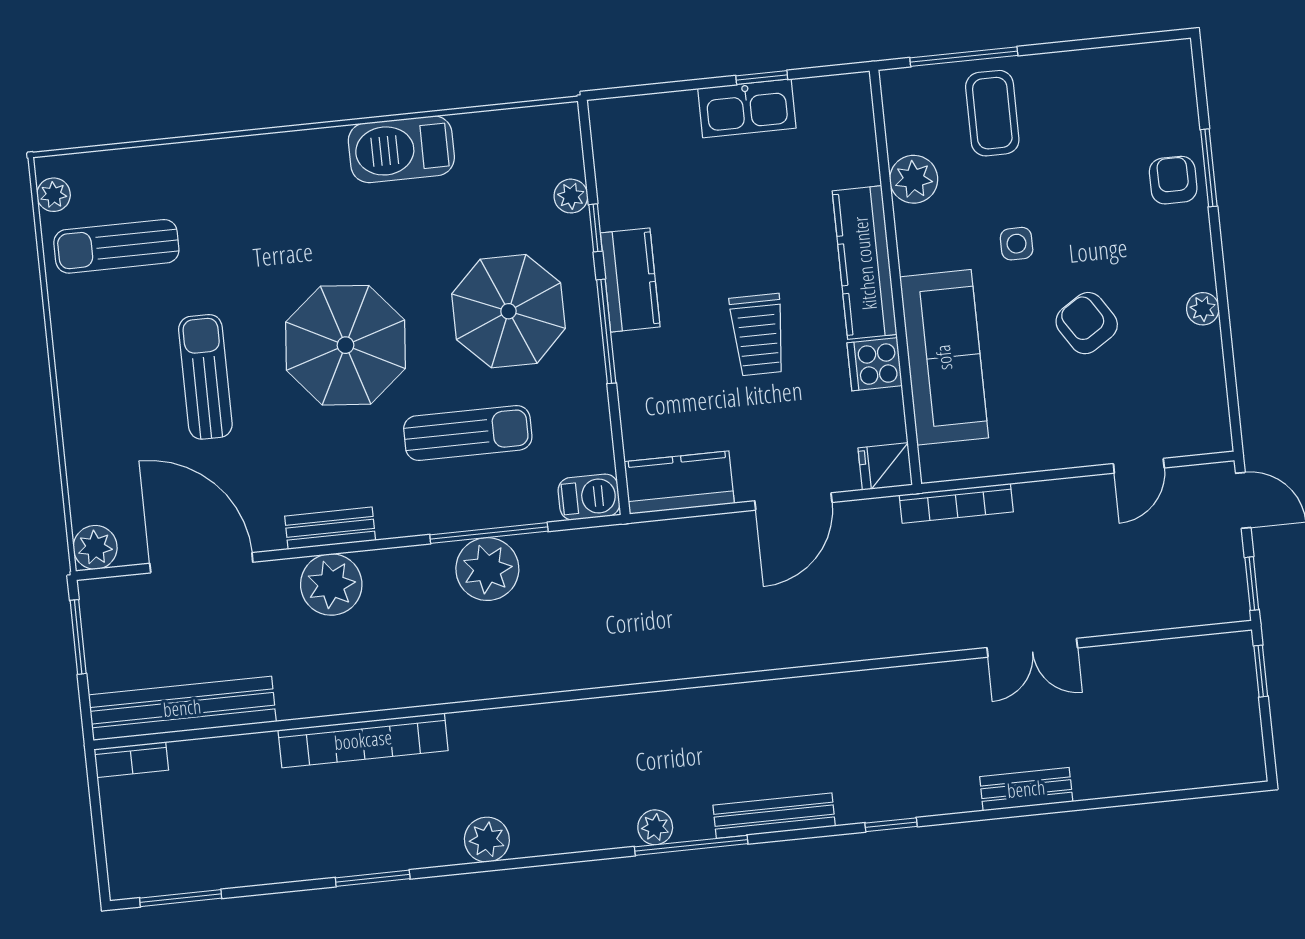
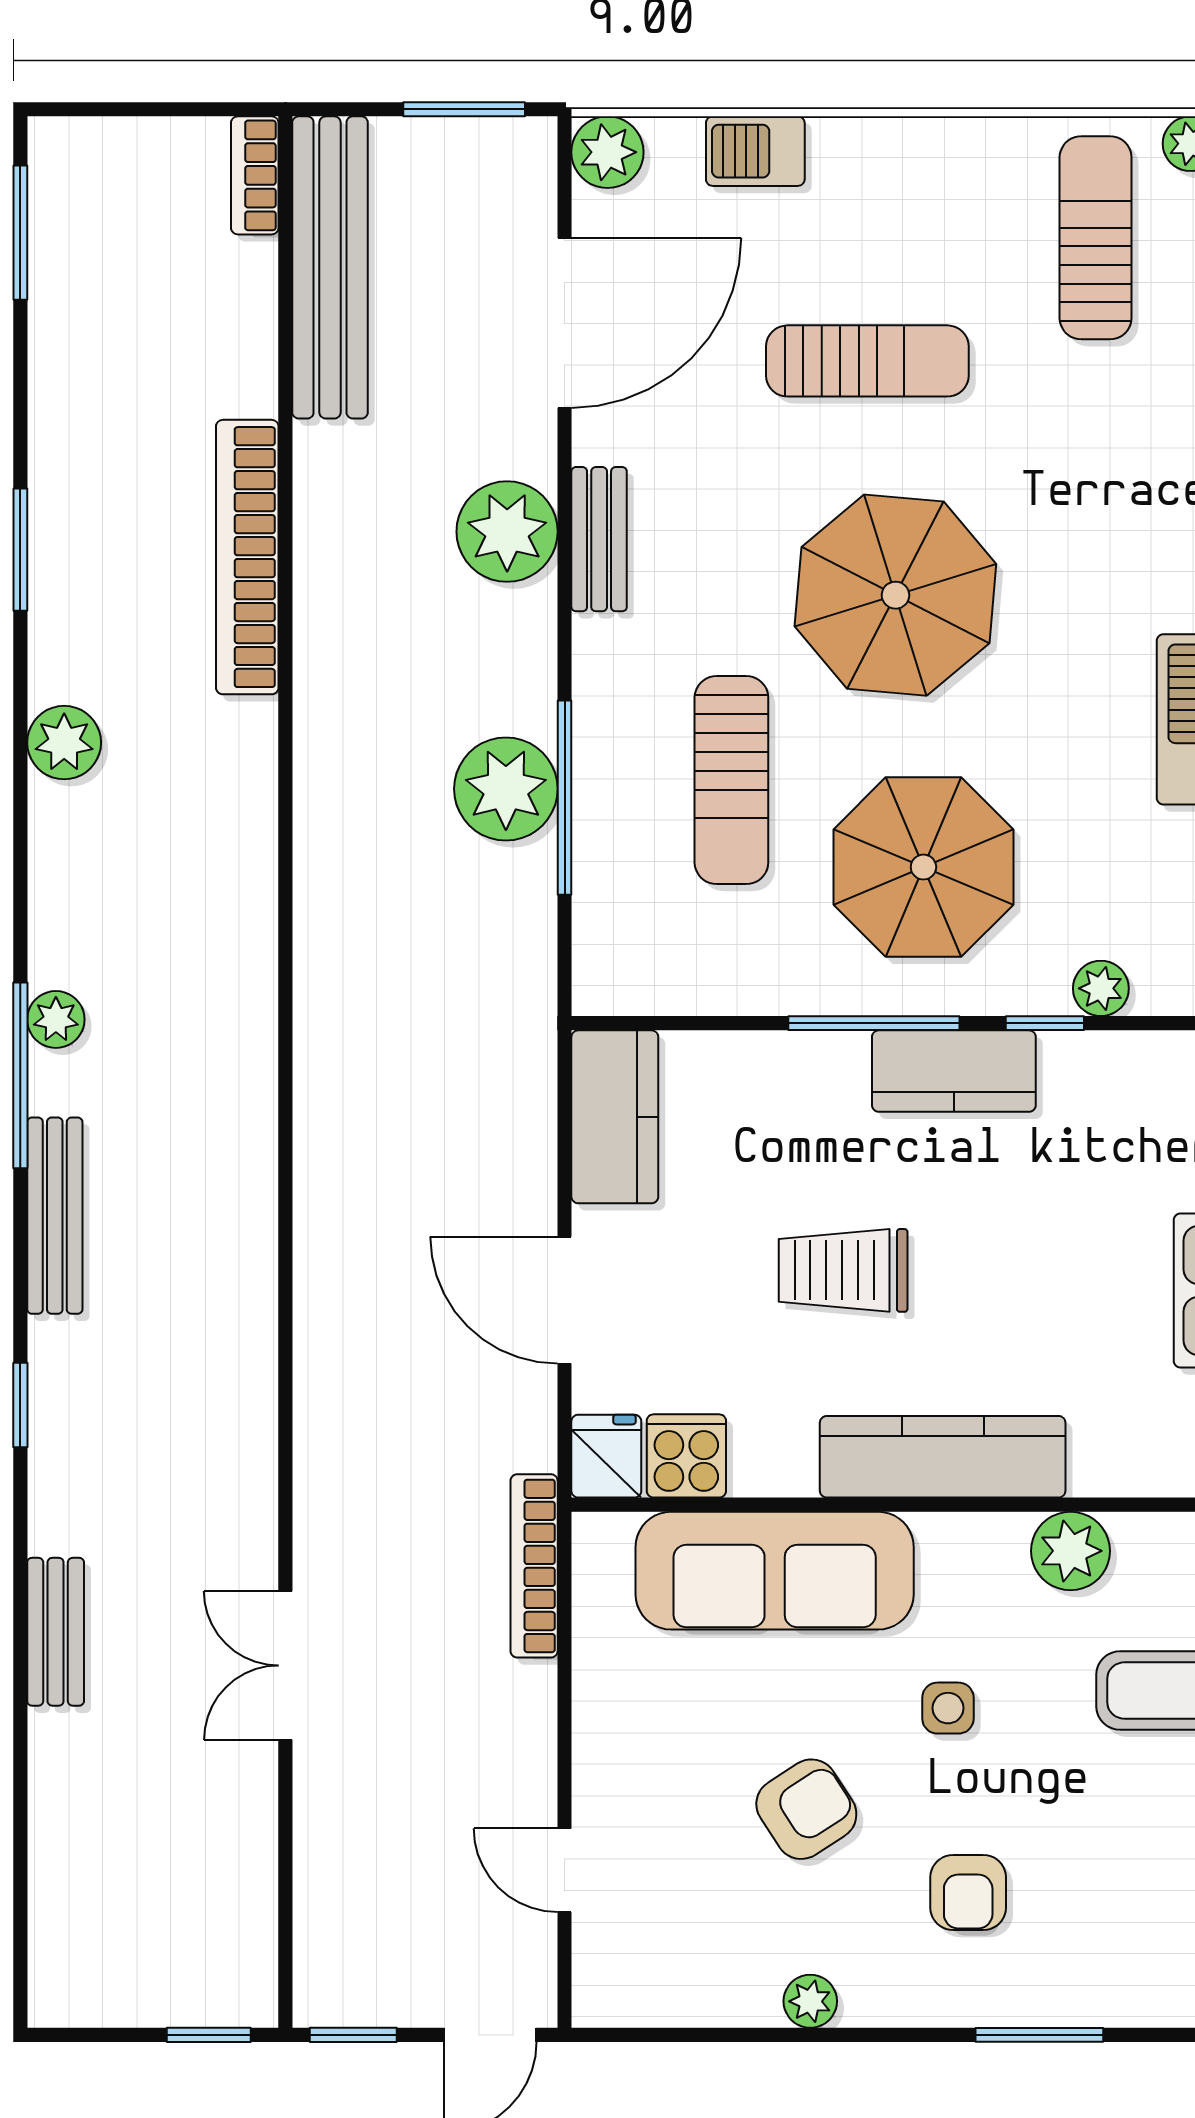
armchair: (1173, 180) -> (968, 1892), moved, turned 90
cooker: (875, 364) -> (686, 1456), moved
barbecue: (589, 497) -> (755, 151), moved, turned 90

